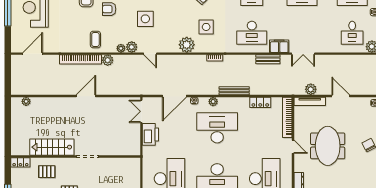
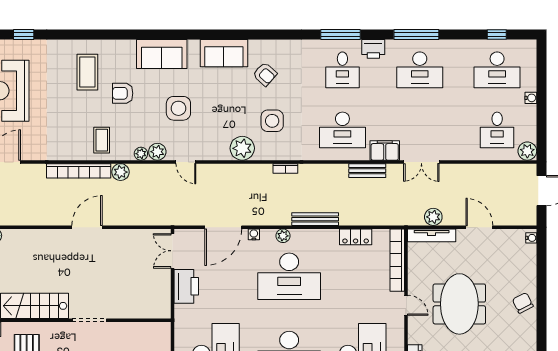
desk: (217, 128) -> (289, 276), turned 180

